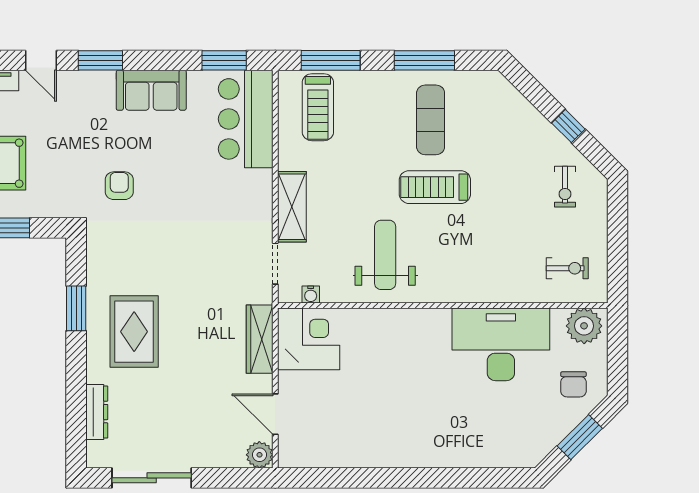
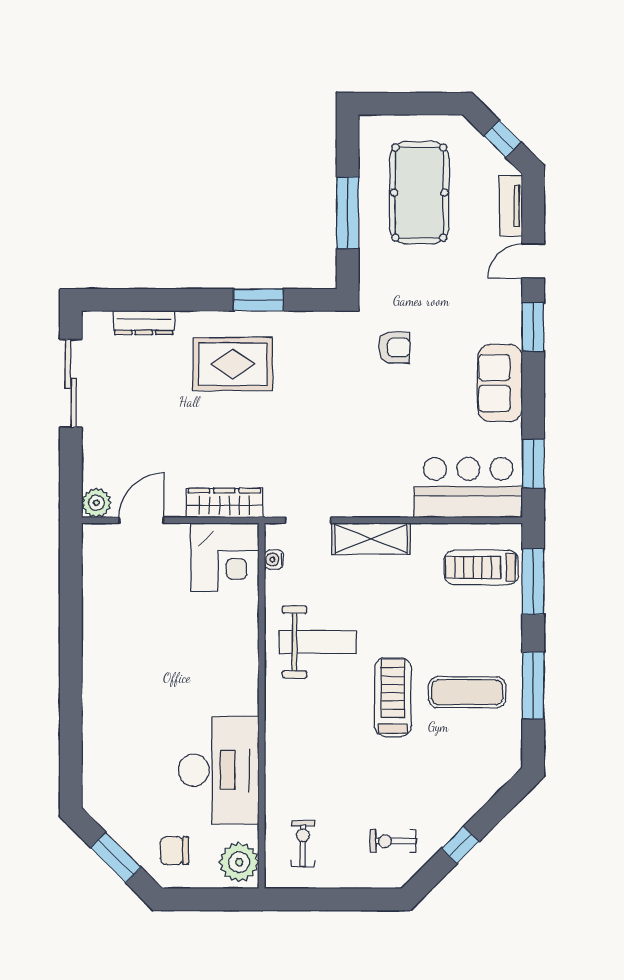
exercise bike: (567, 268) -> (303, 844), turned 180

